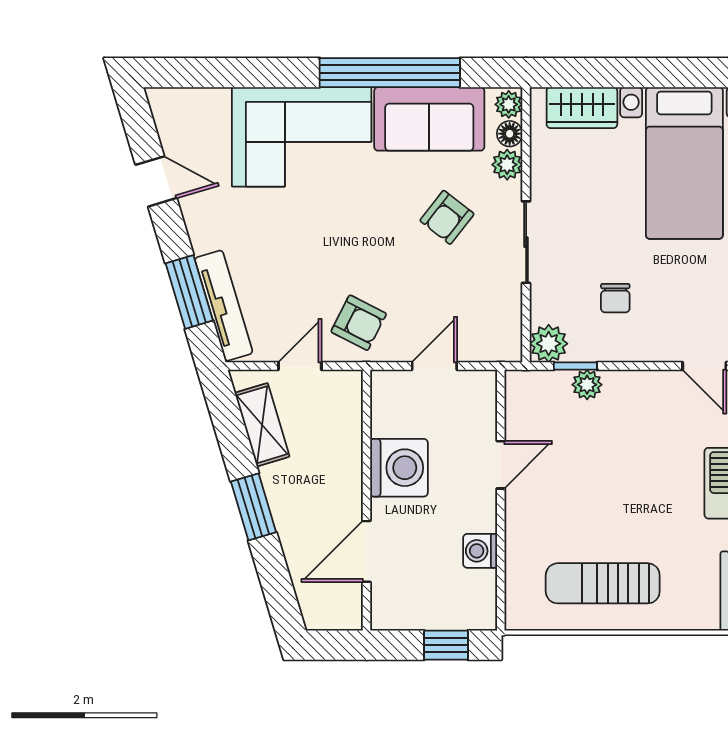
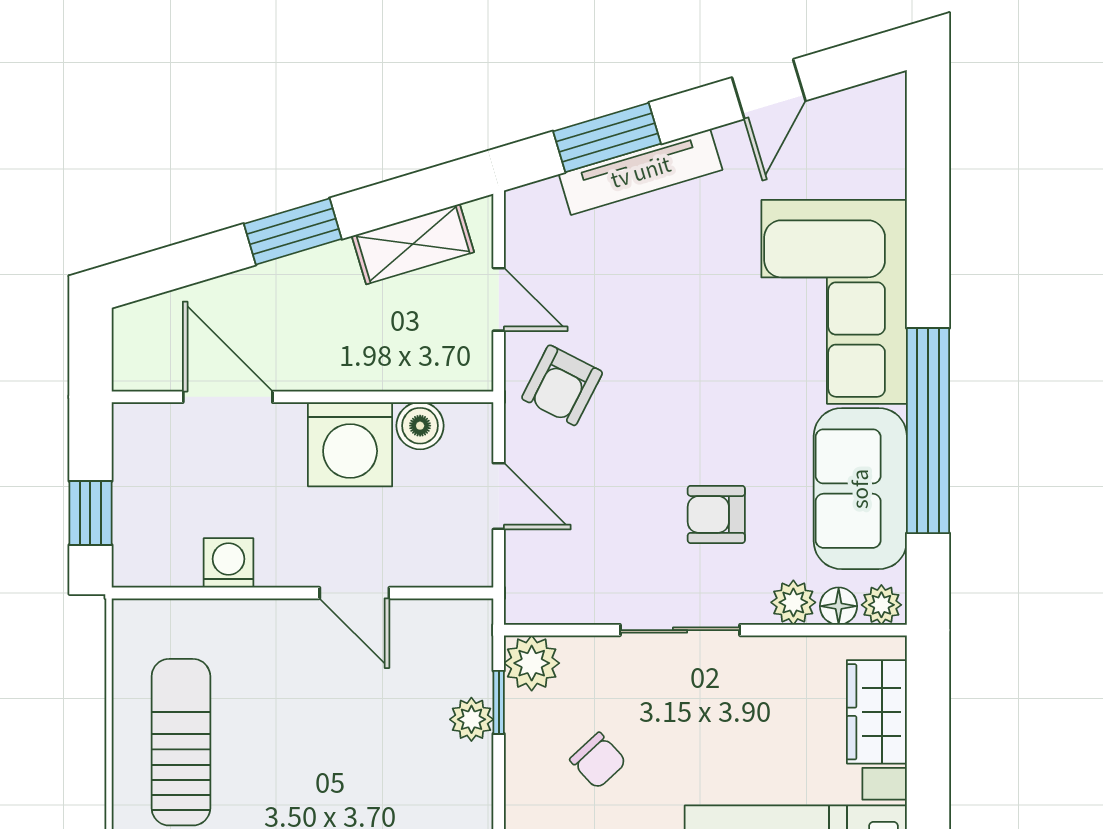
armchair: (447, 217) -> (716, 514), turned -38
chair: (615, 298) -> (598, 761), turned -133
tv unit: (224, 306) -> (641, 172), moved
boiler: (386, 420) -> (420, 426), added

